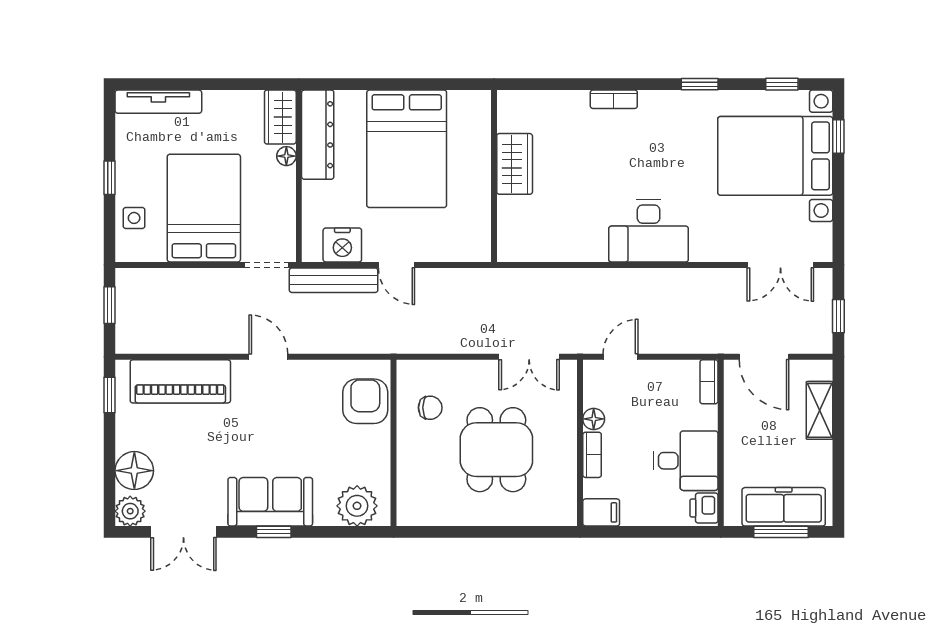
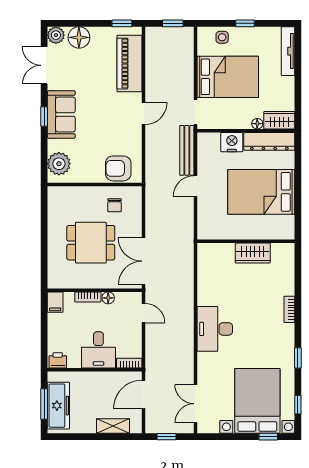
nightstand: (342, 245) -> (232, 142), moved, turned 90
double door: (529, 357) -> (143, 261), width x1.37
armchair: (365, 401) -> (118, 168), turned 180
desk: (686, 461) -> (98, 350), moved

